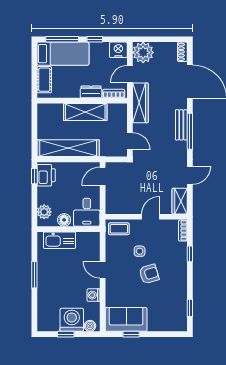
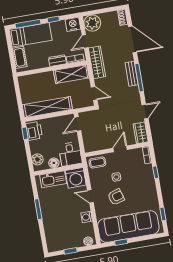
shelving: (85, 112) -> (71, 74), moved
armchair: (149, 274) -> (116, 197), moved
sofa: (126, 319) -> (128, 227), width x1.85, depth x1.27
washing machine: (72, 320) -> (76, 178), moved, turned 180

